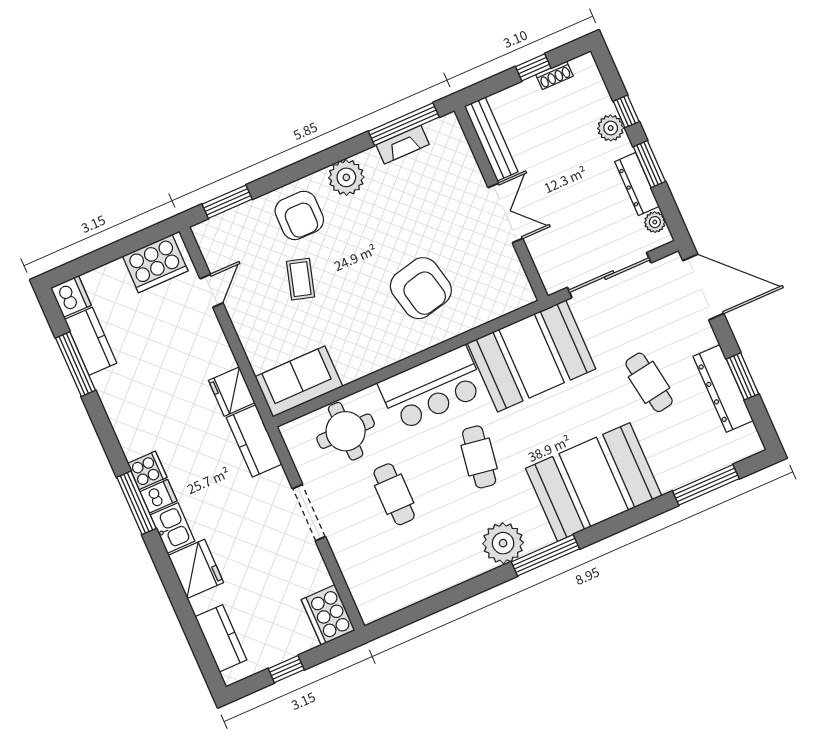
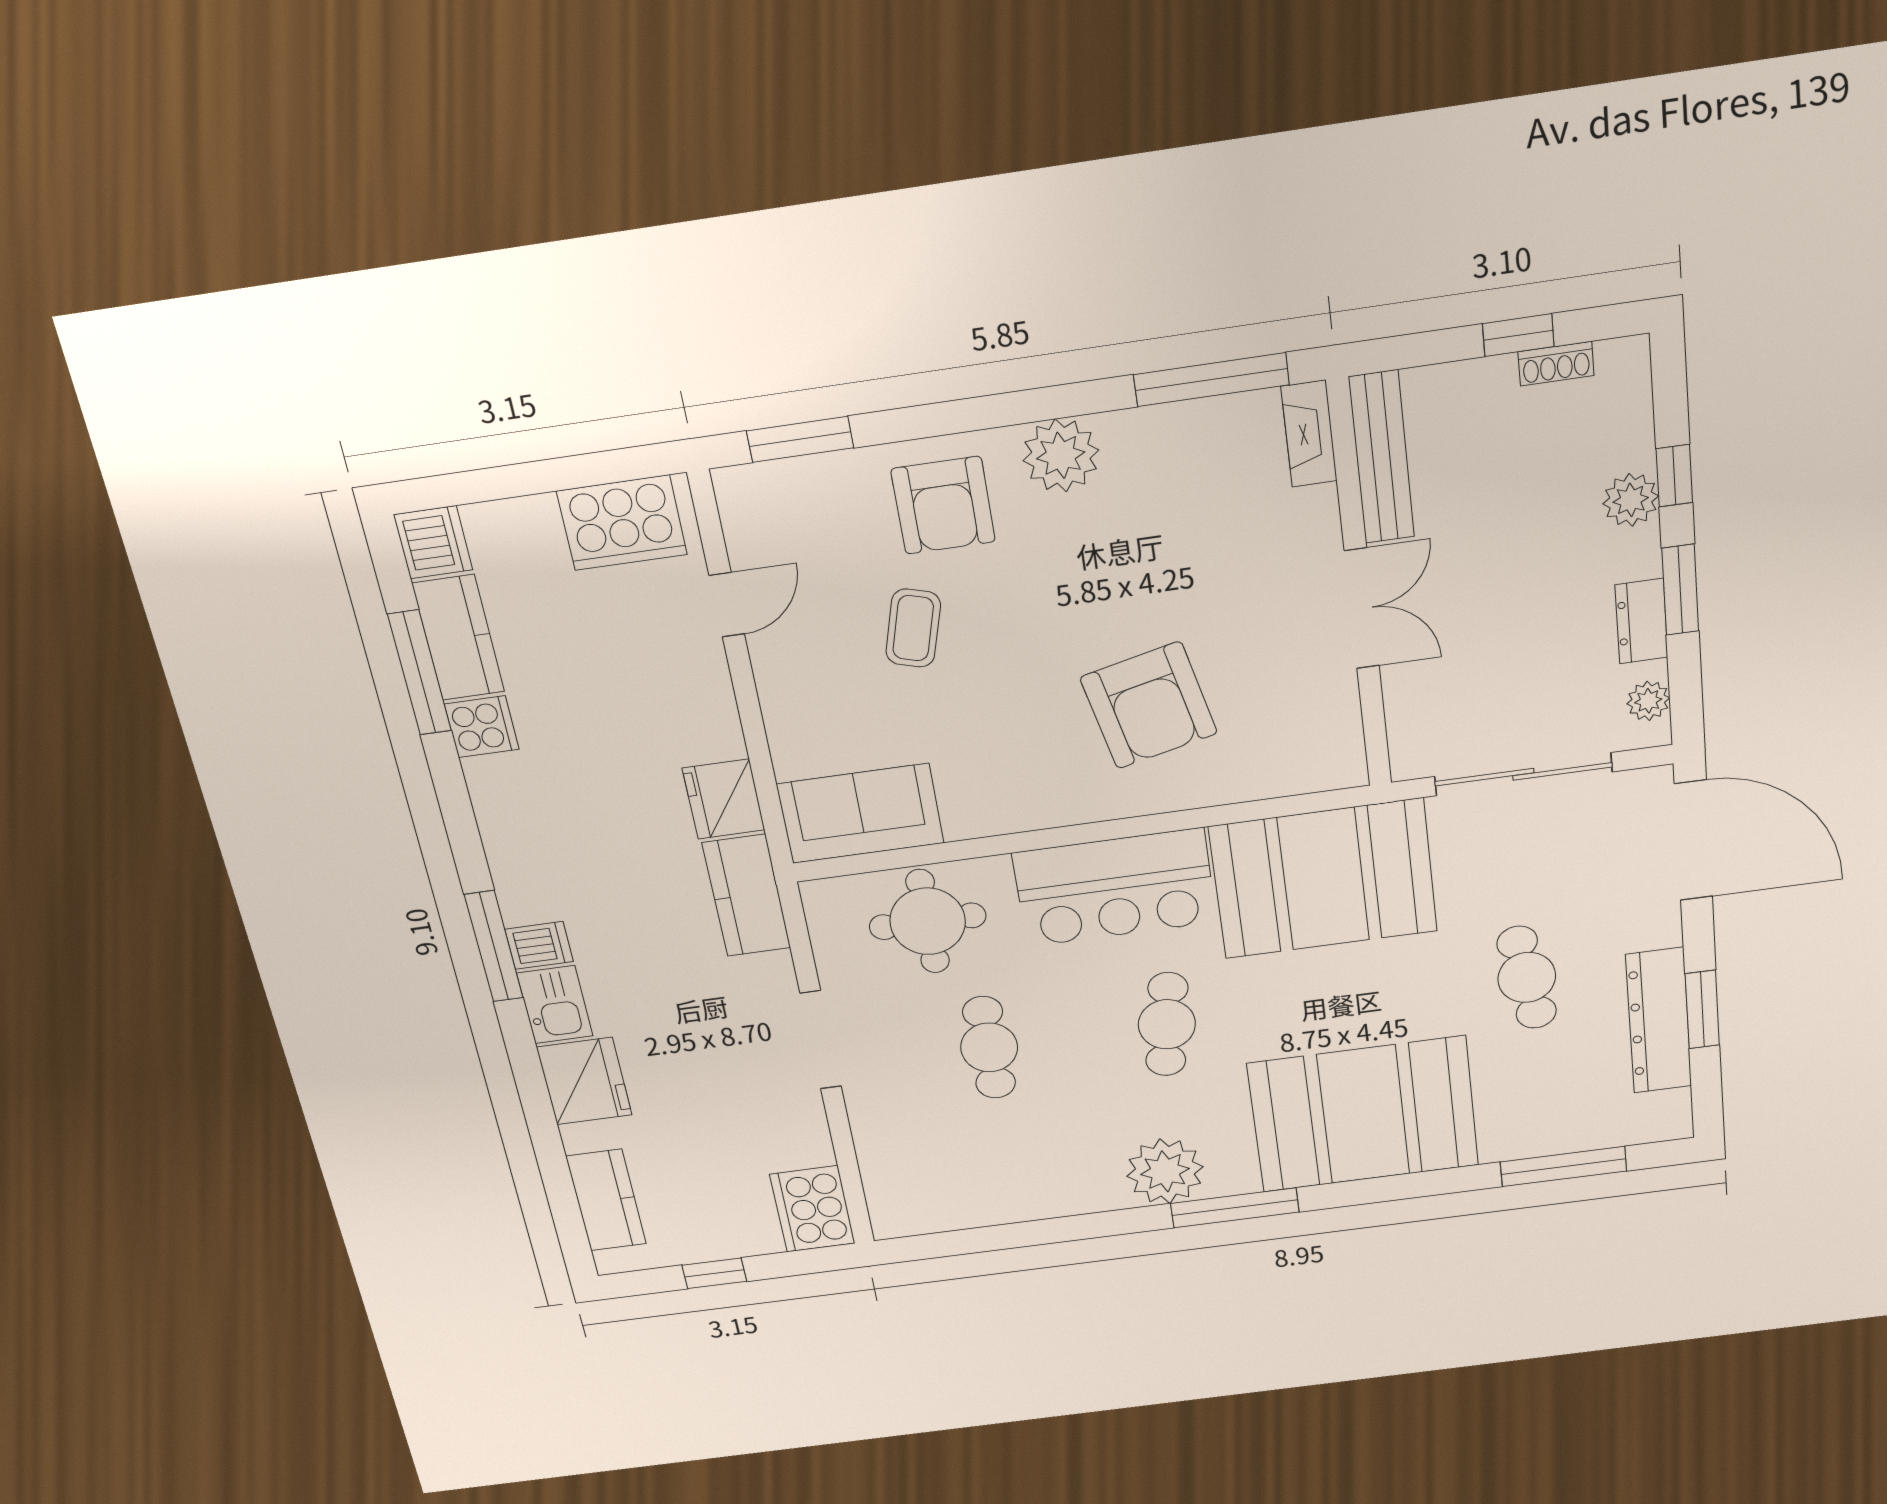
fireplace: (403, 145) -> (1309, 434), moved, turned 90
dresser: (637, 184) -> (1641, 621), width x0.70
cooker: (147, 470) -> (482, 727), moved

